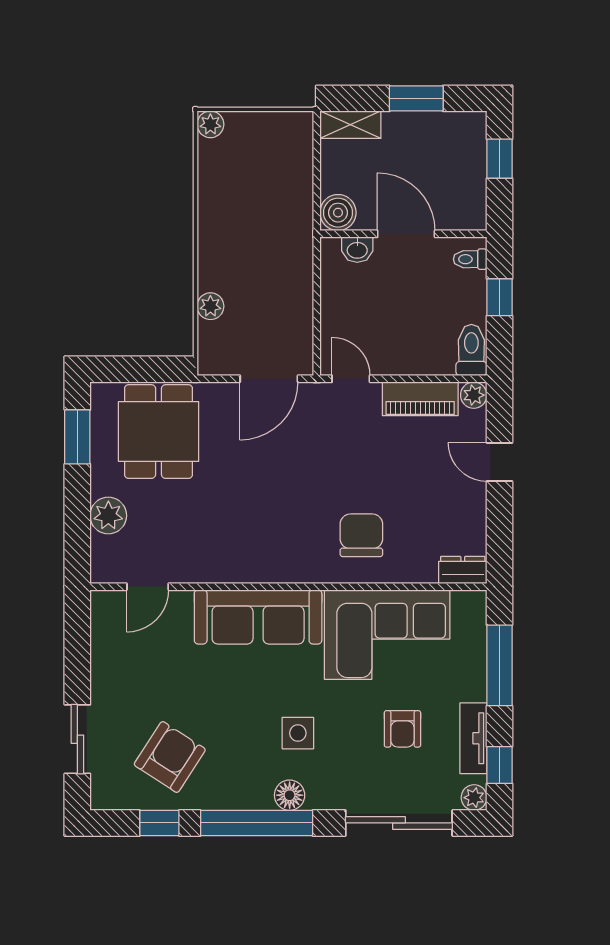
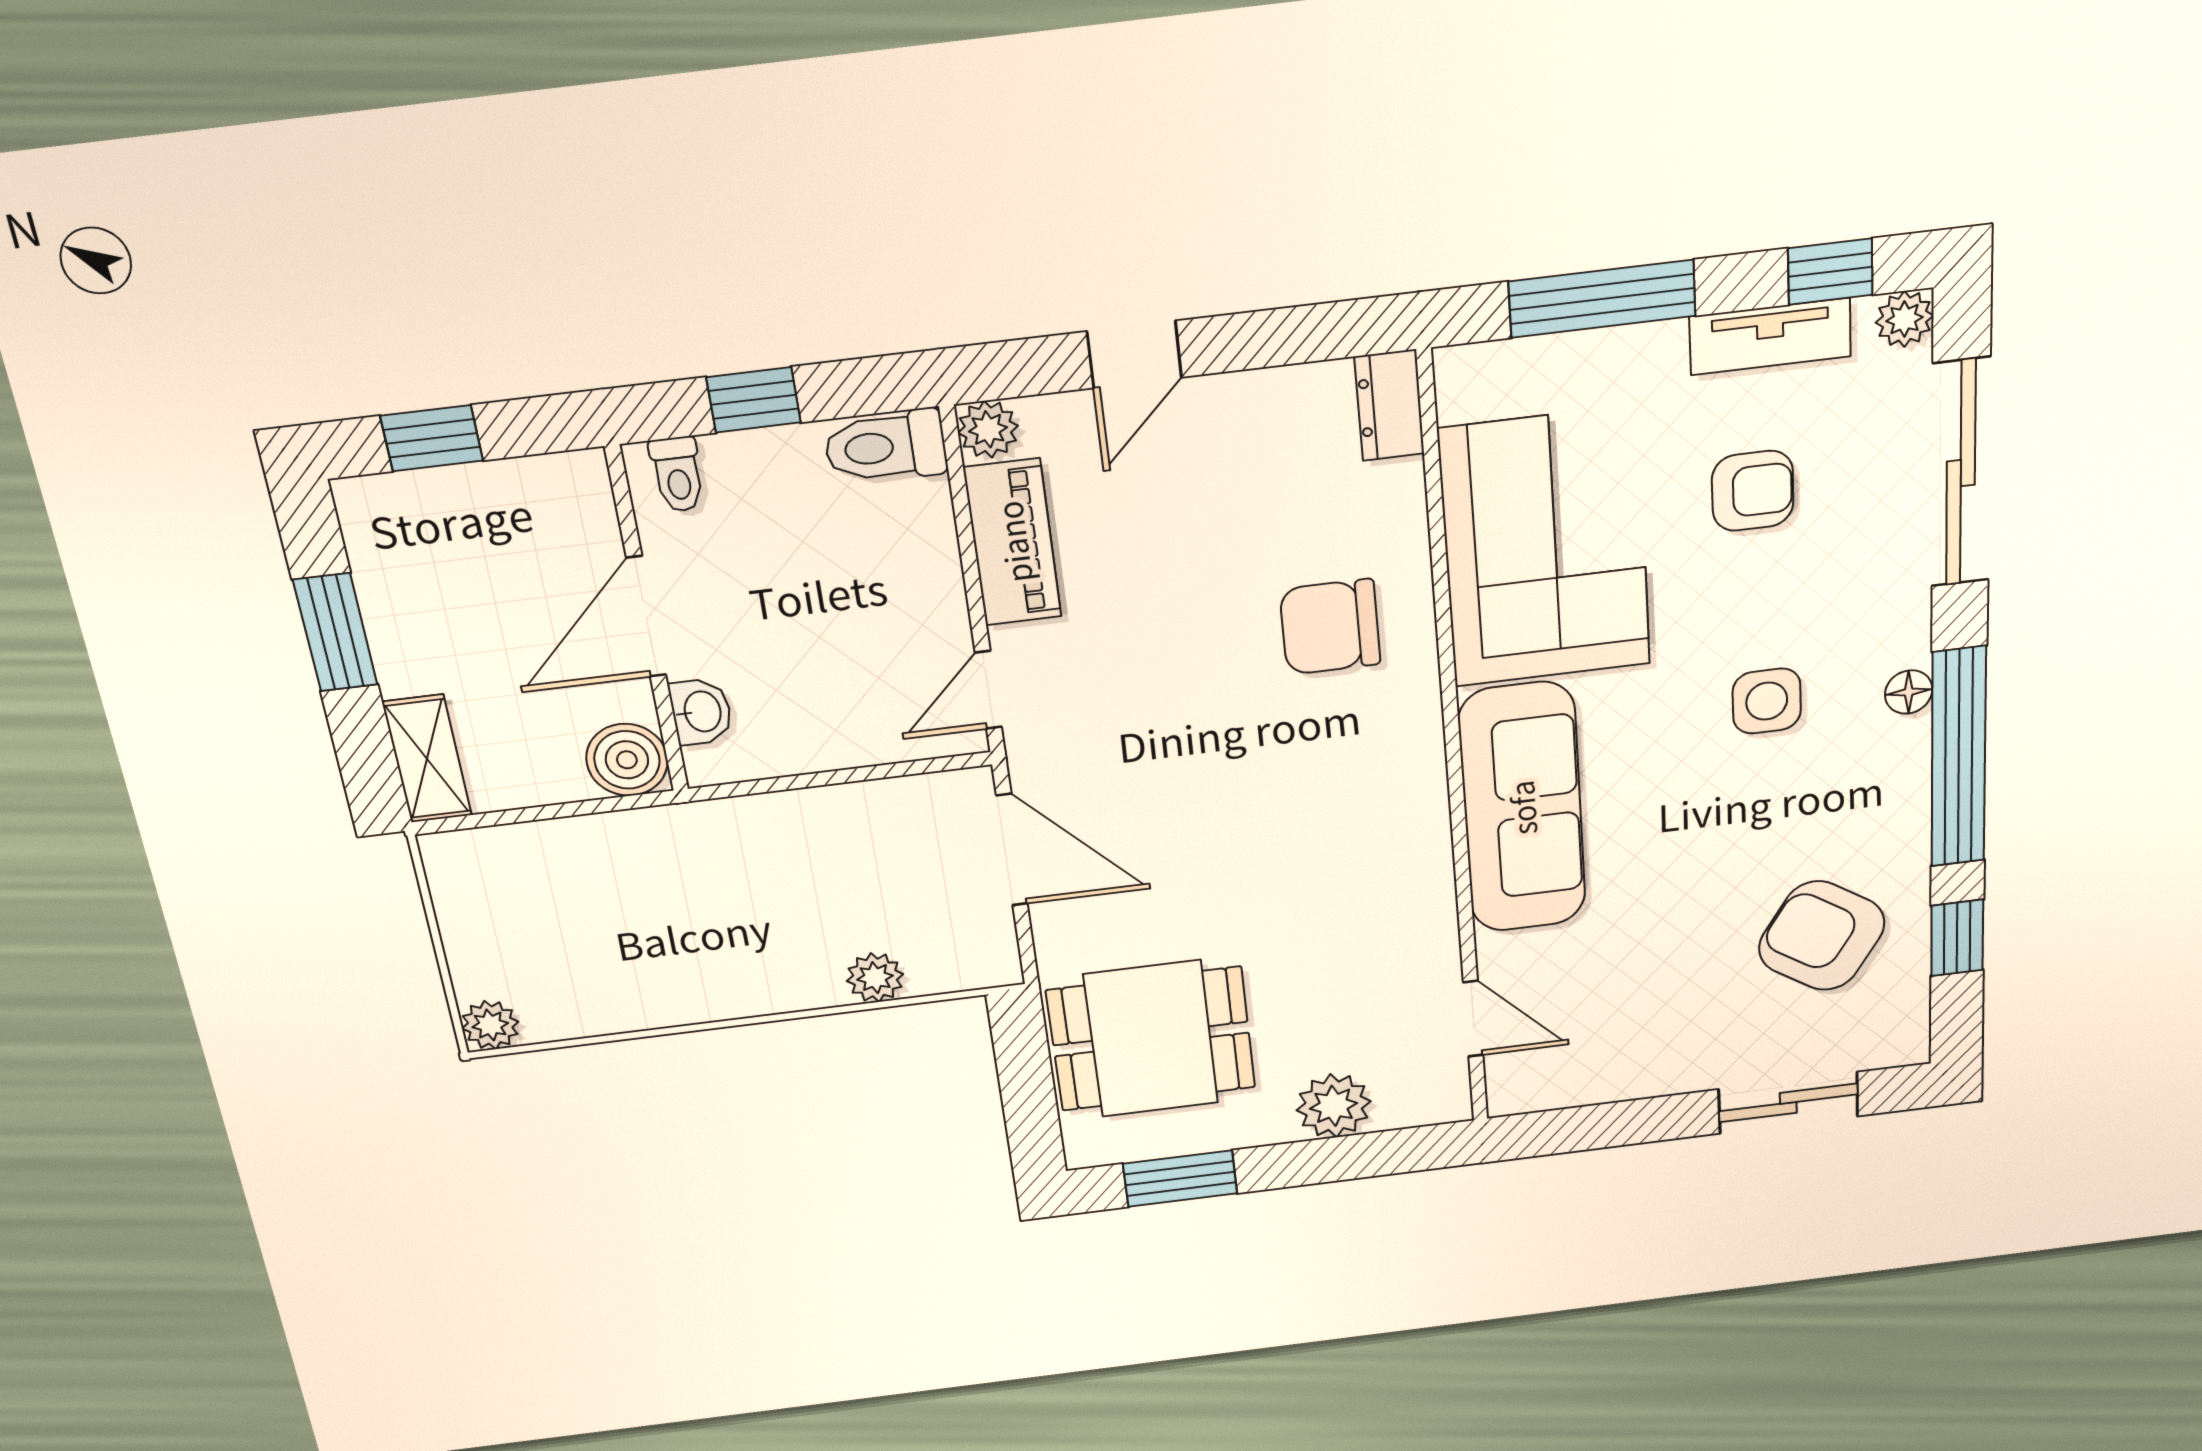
floor lamp: (290, 795) -> (1909, 692), width x0.73, depth x0.73

